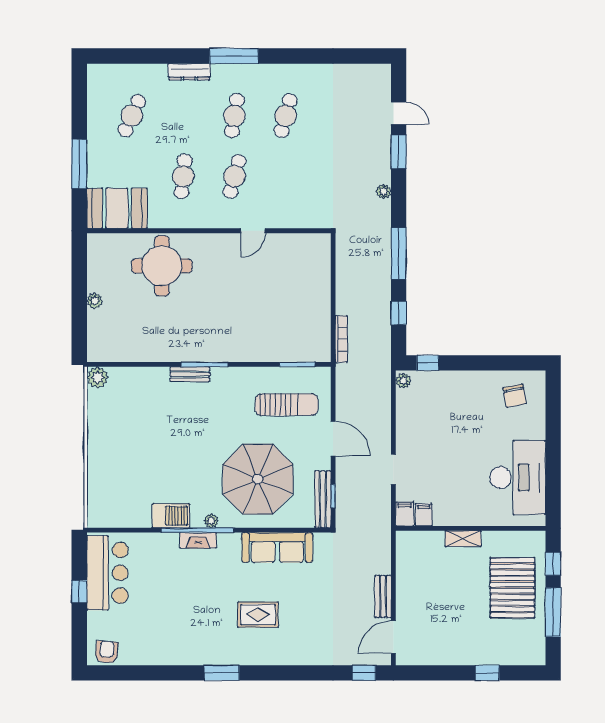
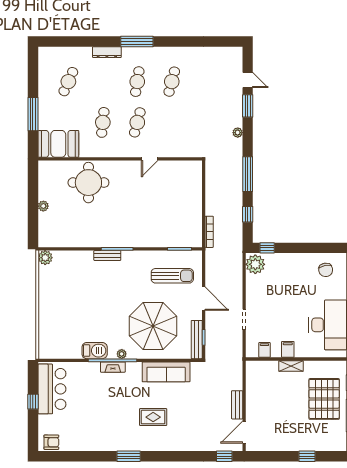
plant: (403, 381) -> (255, 264), width x1.87, depth x1.87
filing cabinet: (405, 514) -> (288, 349), moved
armchair: (107, 652) -> (51, 442), turned 85

